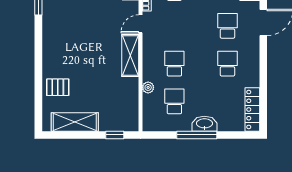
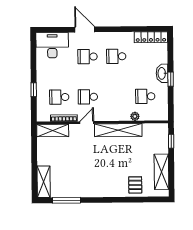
door: (141, 24) -> (87, 123), swing flipped
shelving: (130, 55) -> (118, 130), width x1.47
school desk: (174, 64) -> (88, 97), moved
window: (197, 135) -> (171, 79), width x0.46

